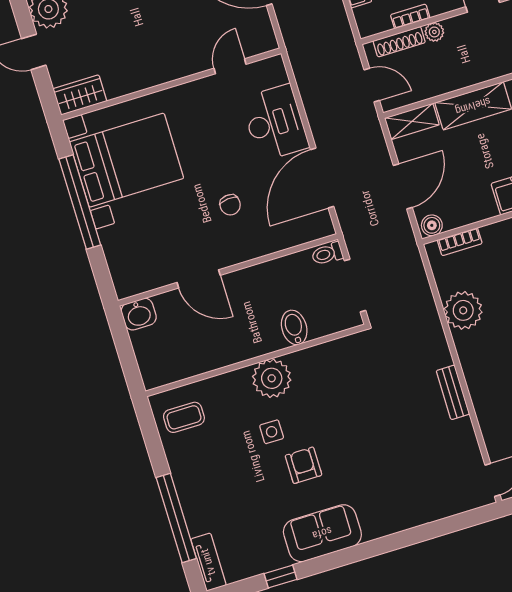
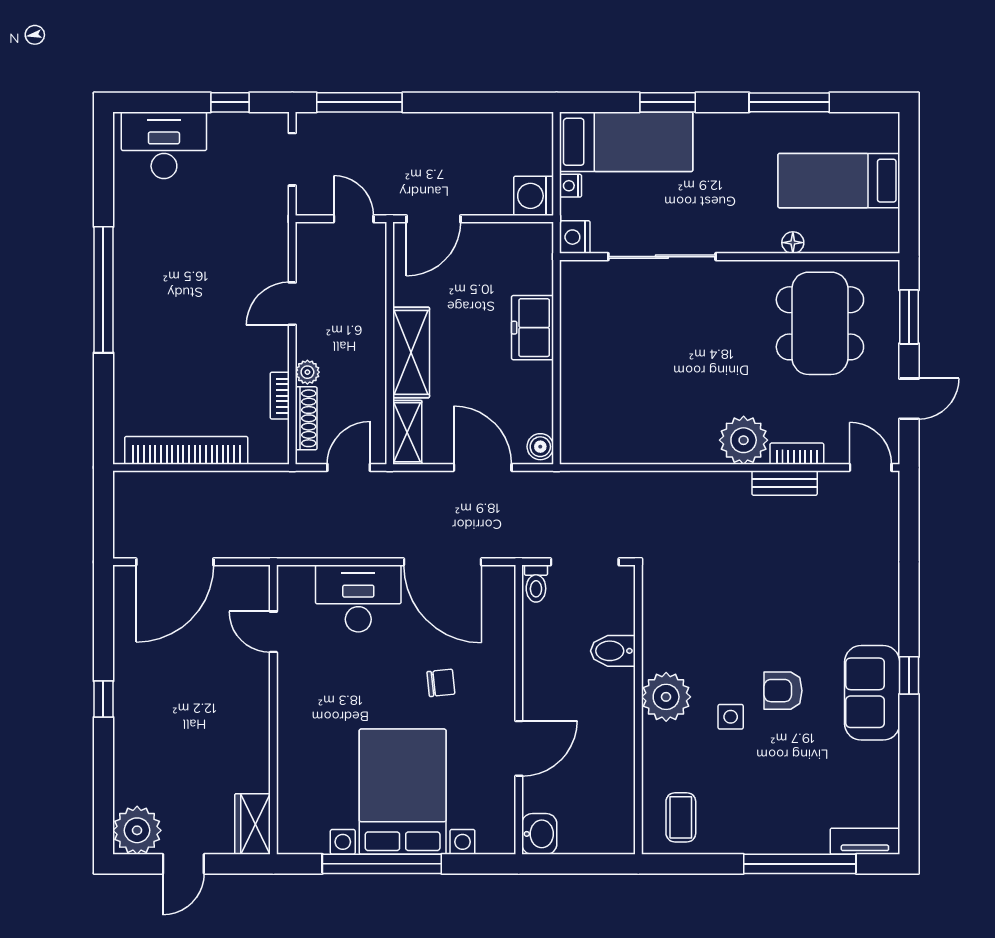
bed with nightstands: (127, 160) -> (403, 792), moved
bookcase: (460, 242) -> (797, 454), moved, turned -90
plant: (463, 310) -> (744, 440), moved
bench: (453, 392) -> (785, 483), moved
window: (280, 576) -> (909, 675), moved

